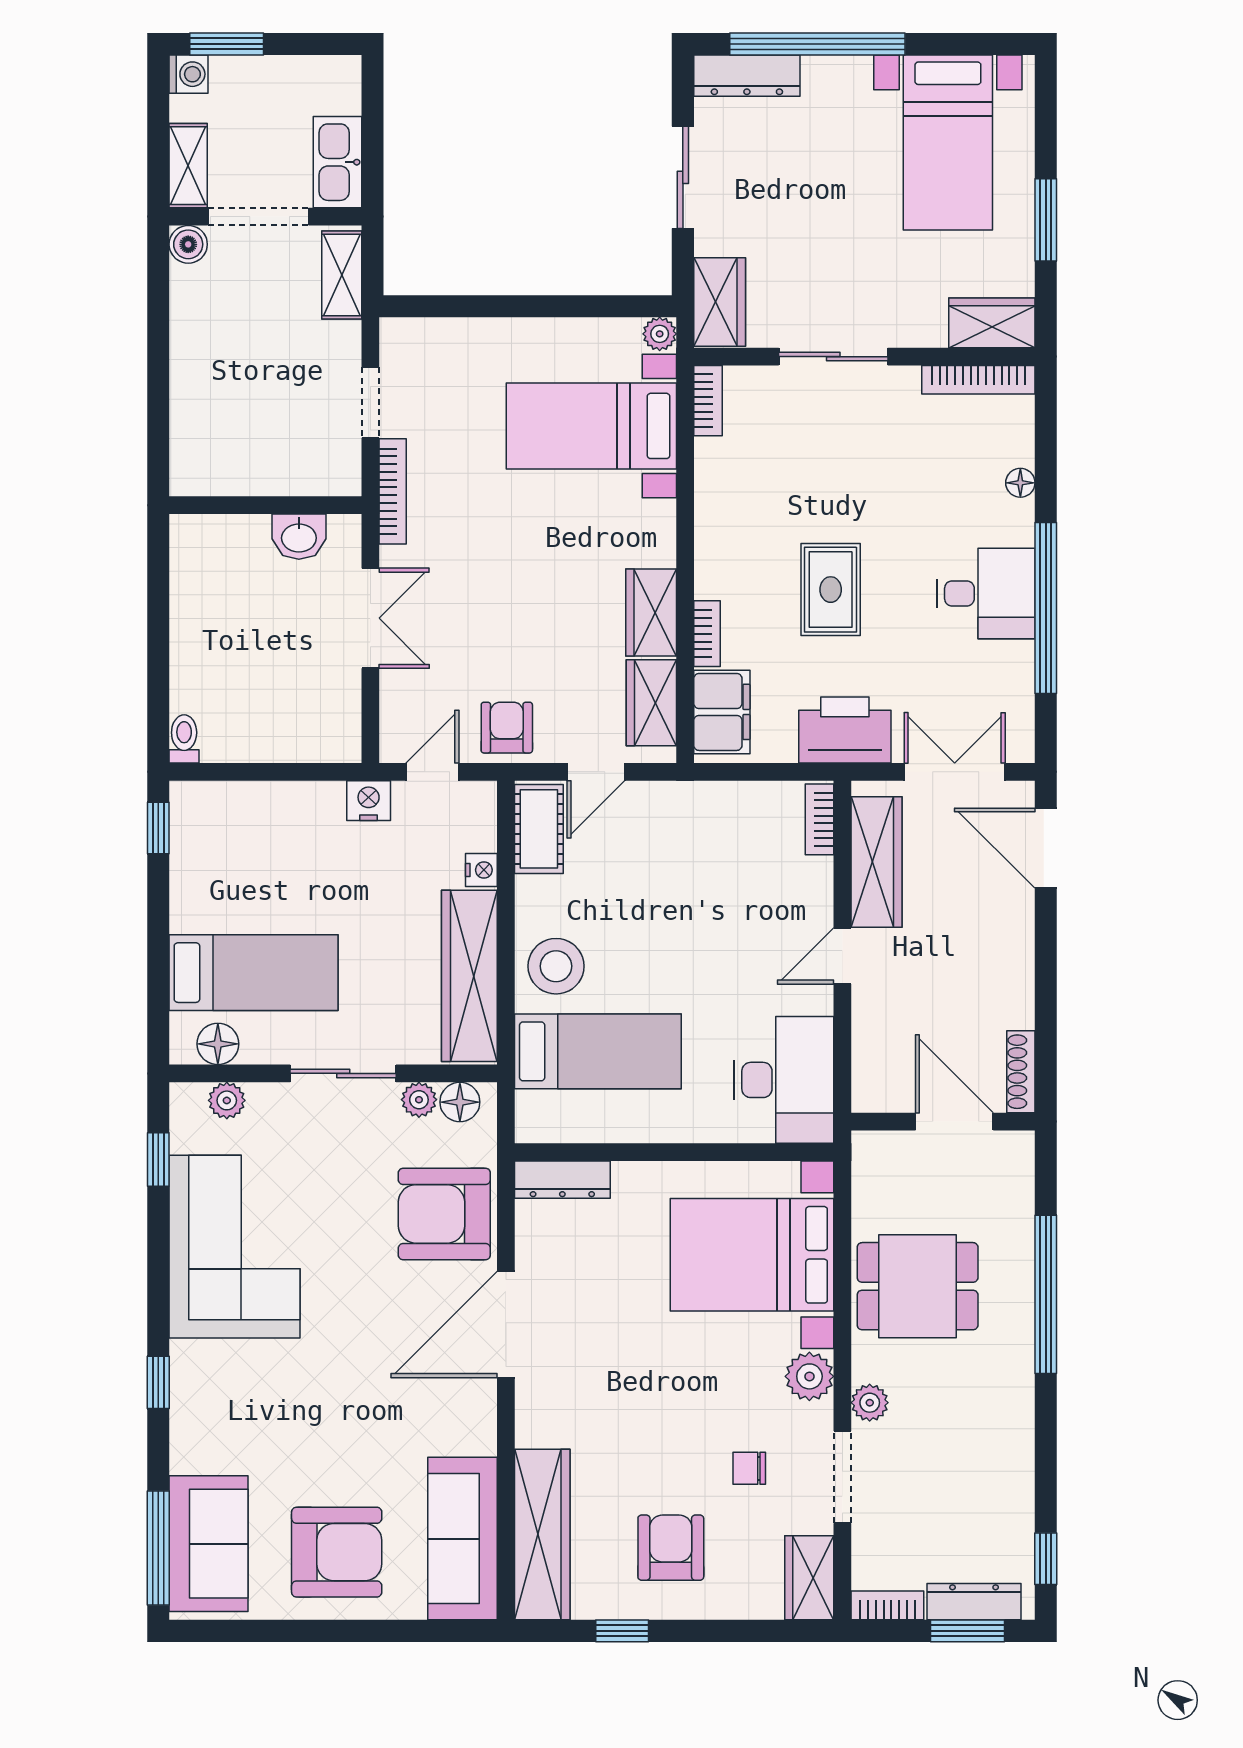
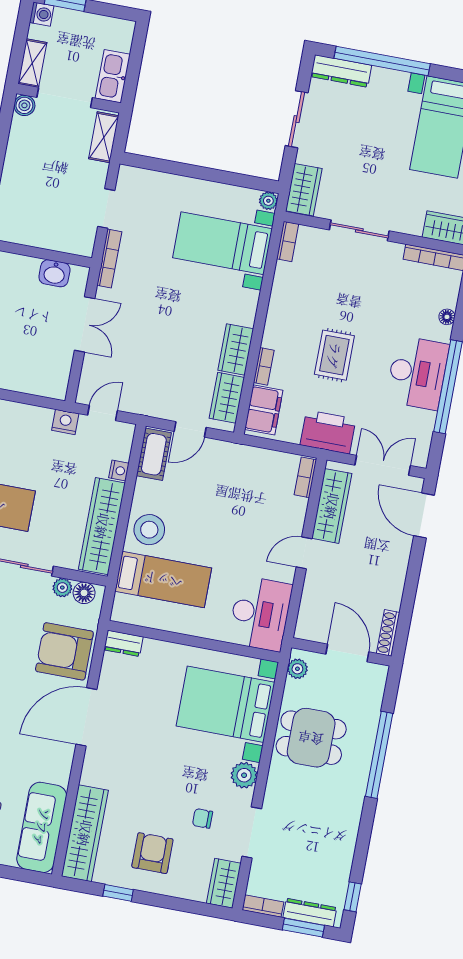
desk: (986, 593) -> (417, 373), width x1.37
armchair: (507, 728) -> (147, 397), removed
dresser: (562, 1180) -> (123, 643), width x0.70
plant: (870, 1403) -> (297, 669), moved

